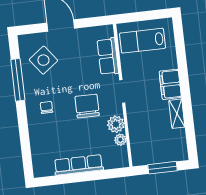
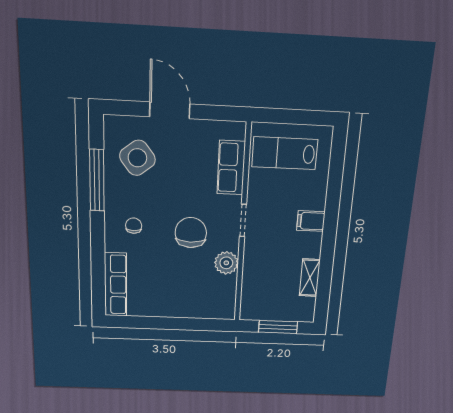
filing cabinet: (170, 84) -> (311, 221), width x0.50
shelving: (177, 114) -> (310, 278), moved
plant: (120, 140) -> (229, 284), removed
row of seats: (79, 165) -> (116, 285), moved, turned 90

